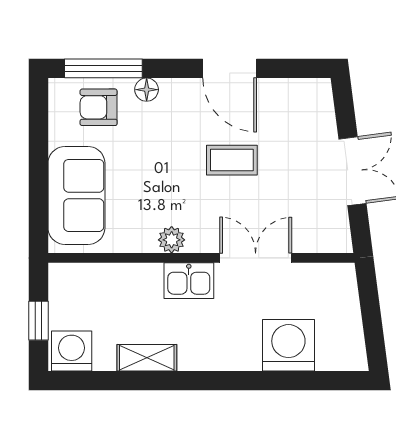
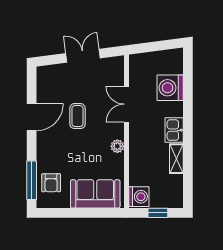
floor lamp: (147, 90) -> (42, 159), removed
kitchen sink: (189, 281) -> (174, 130), moved, turned 180
washing machine: (72, 351) -> (139, 197), moved, turned 180

